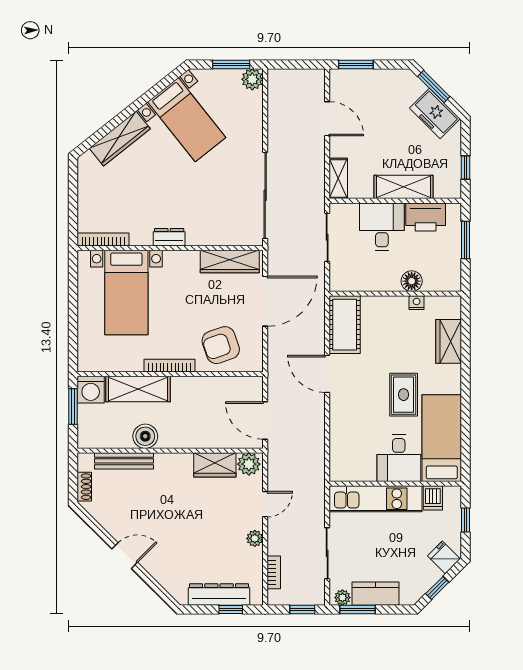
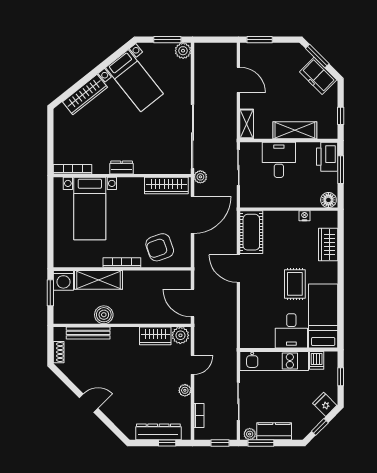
printer: (426, 217) -> (327, 157), moved, turned 90
plant: (276, 250) -> (200, 177), added
floor lamp: (412, 281) -> (328, 200), moved

